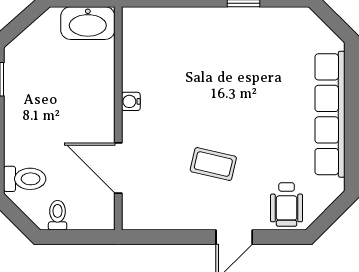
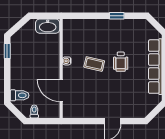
coffee table: (213, 164) -> (94, 64), moved
wheelchair: (287, 204) -> (121, 62), moved

